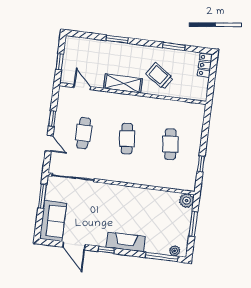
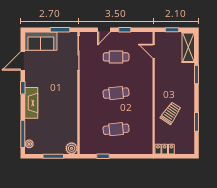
locker: (205, 65) -> (165, 149), moved
shelving: (123, 83) -> (188, 47), moved
door: (82, 87) -> (154, 51), swing flipped

